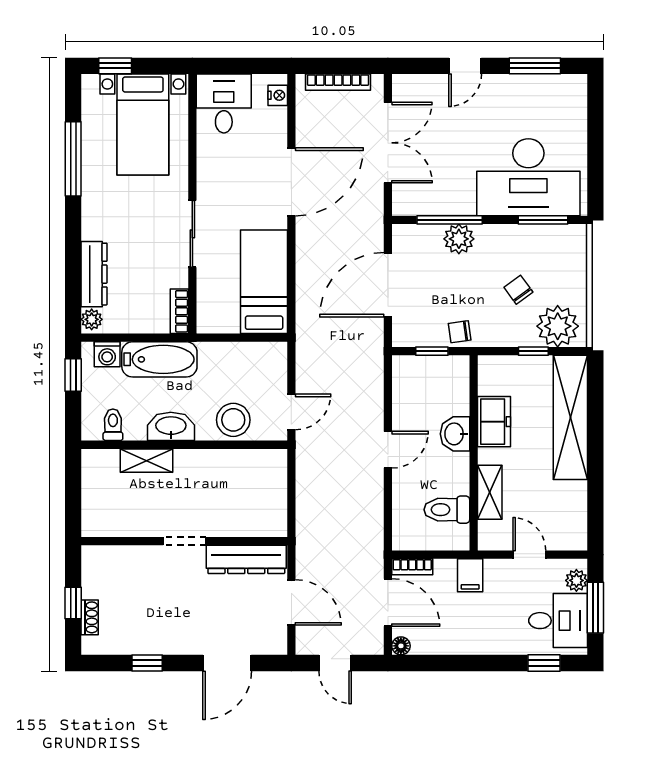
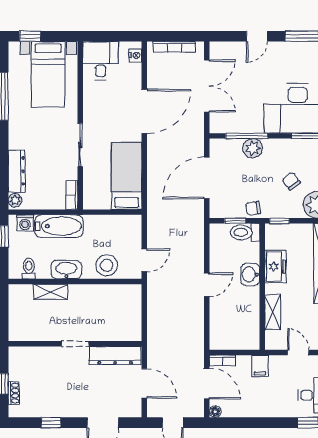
window: (533, 351) -> (279, 221), moved
toilet: (447, 510) -> (245, 232), moved

